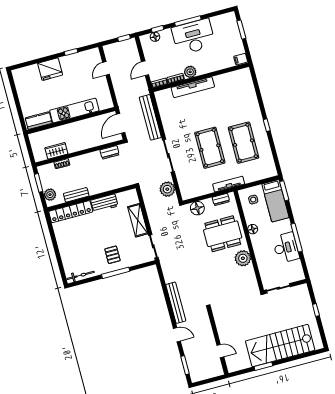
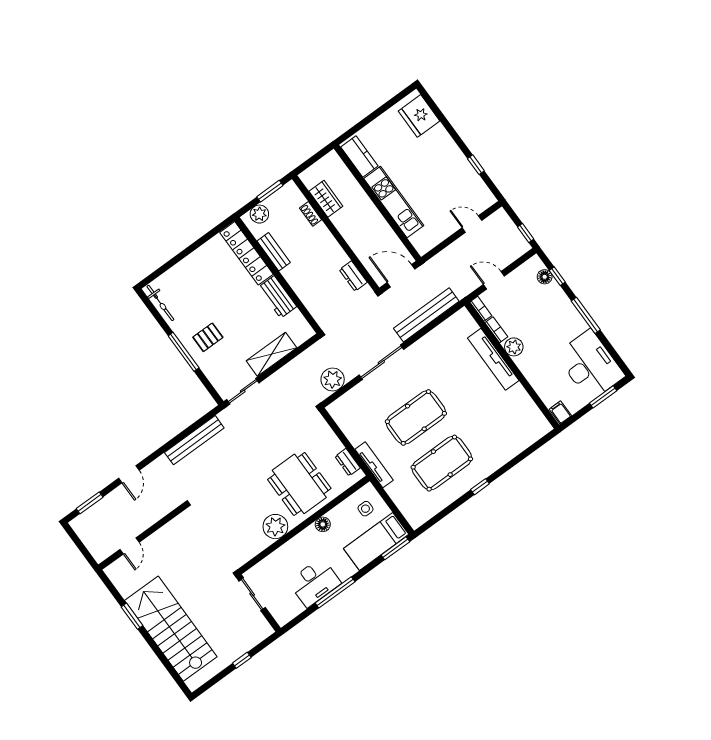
desk: (194, 37) -> (590, 365), moved
fridge: (50, 69) -> (419, 116), moved
floor lamp: (197, 208) -> (322, 433), removed
bench: (176, 303) -> (194, 440), moved

